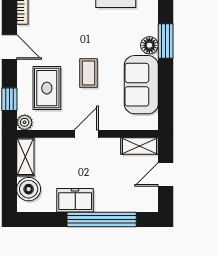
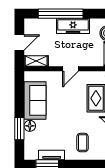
coffee table: (88, 73) -> (83, 143), moved
freezer: (75, 200) -> (73, 26), width x1.40

